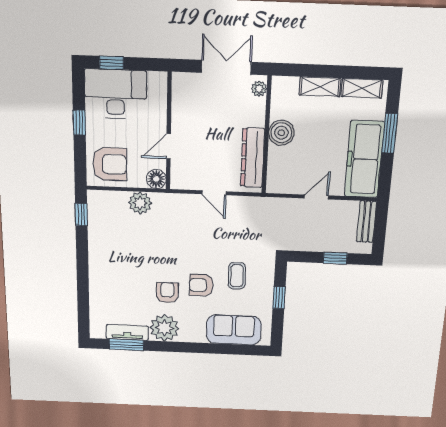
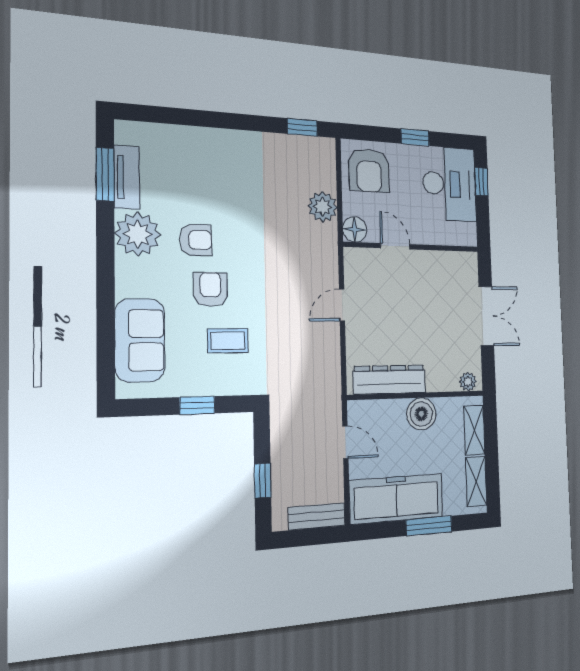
plant: (259, 89) -> (468, 382), moved
boiler: (281, 133) -> (421, 414), moved
wall: (267, 136) -> (417, 395), moved
dresser: (253, 158) -> (389, 380), moved

